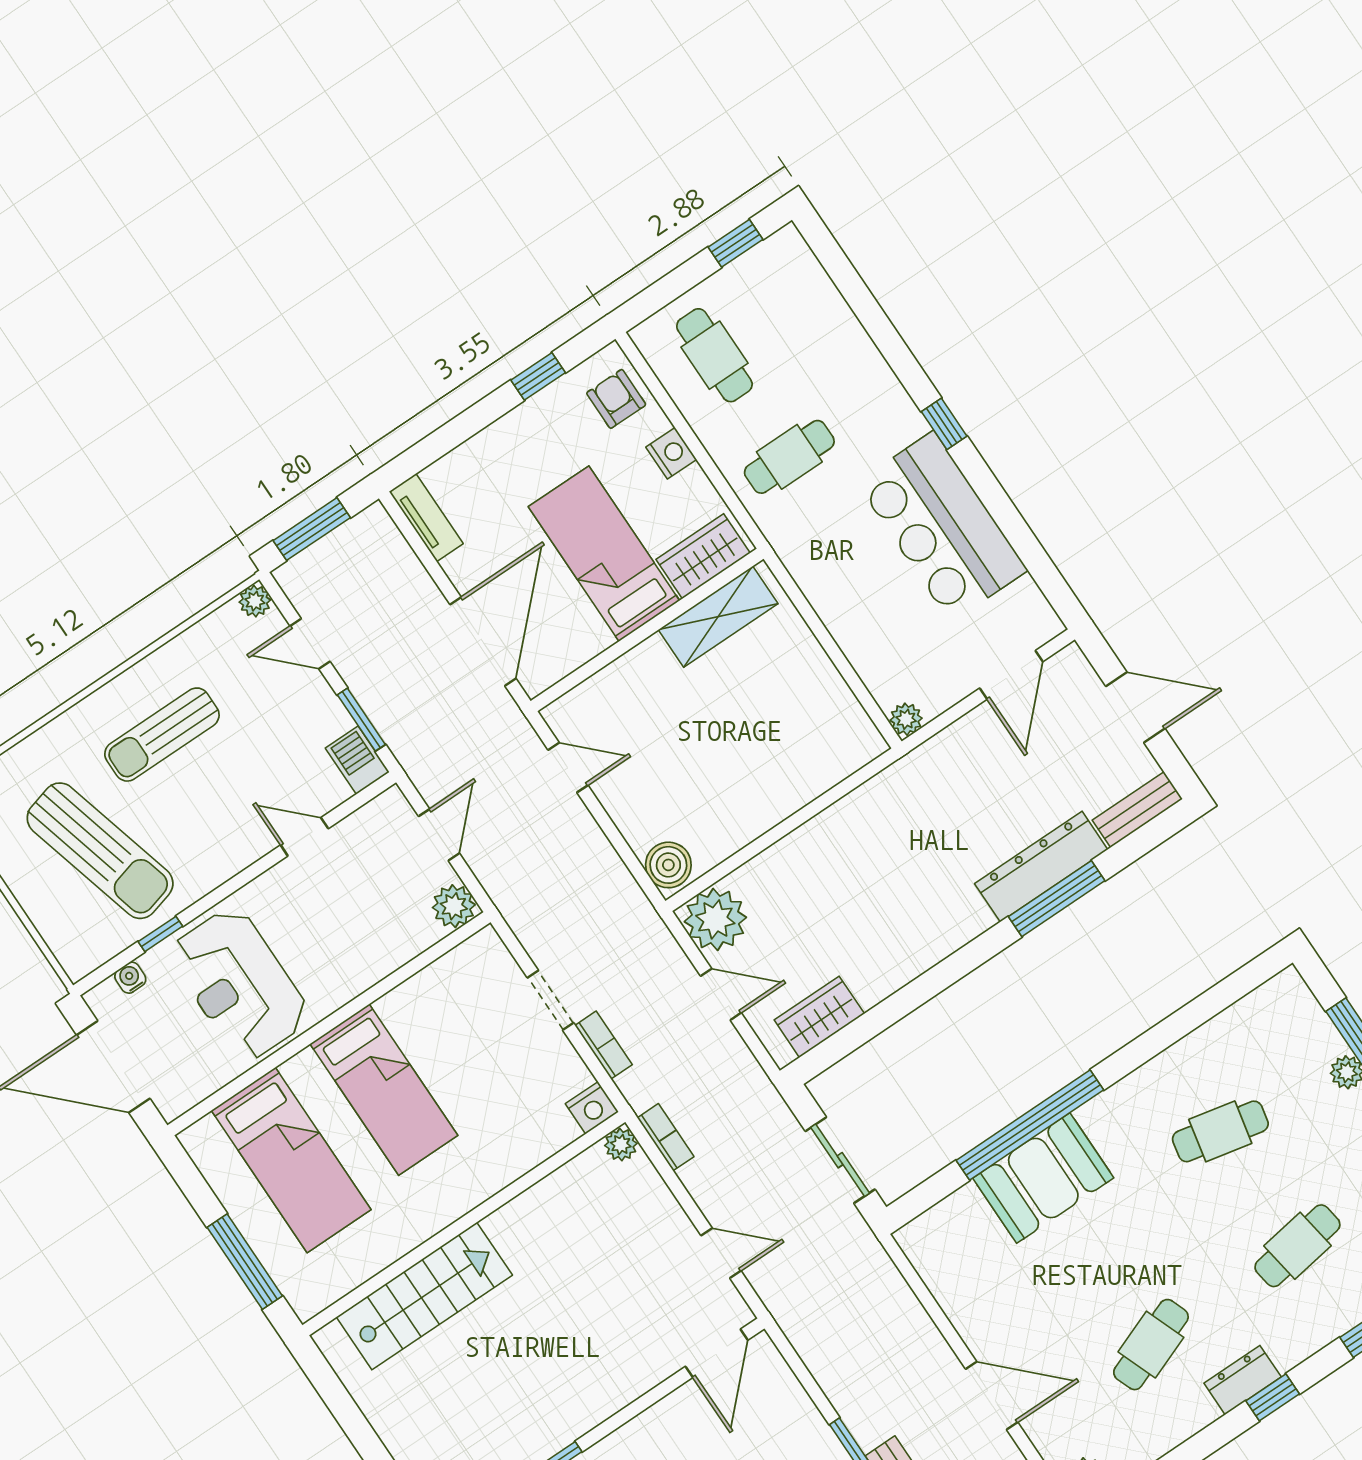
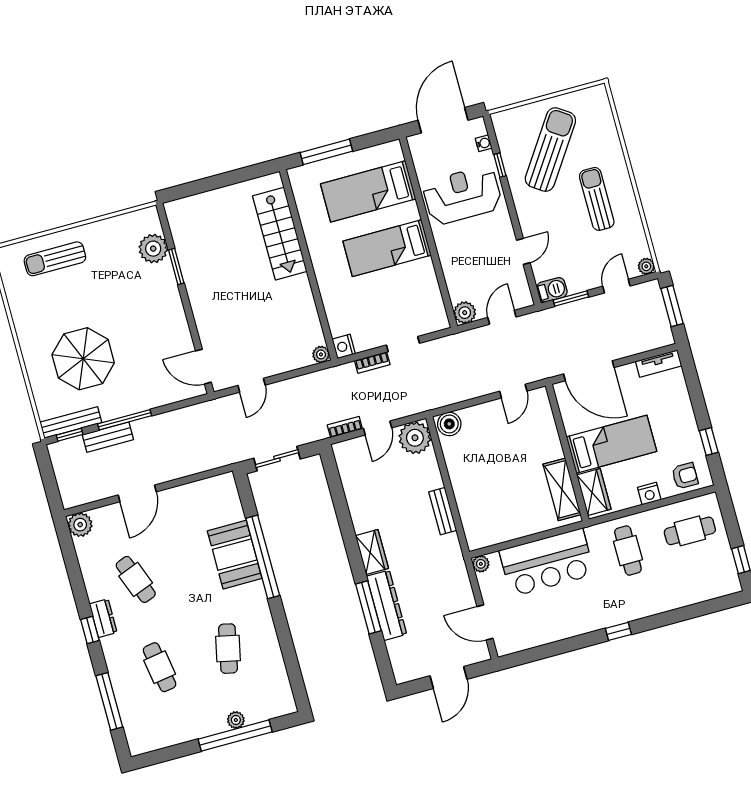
bar counter: (942, 526) -> (547, 562), moved, turned 180
bench: (1137, 810) -> (443, 511), moved
door: (439, 835) -> (502, 317), swing flipped
sun lounger: (100, 851) -> (550, 150), turned 139
wardrobe: (819, 1017) -> (372, 552), moved
bookcase: (666, 1137) -> (345, 427), moved, turned 180

